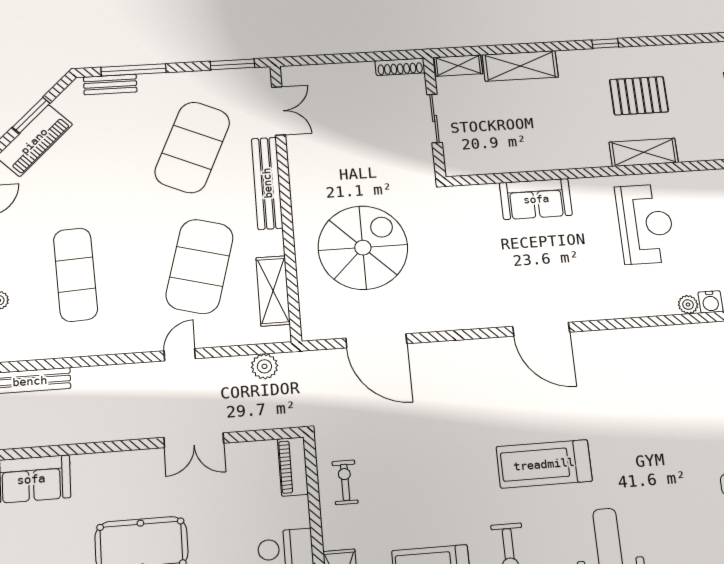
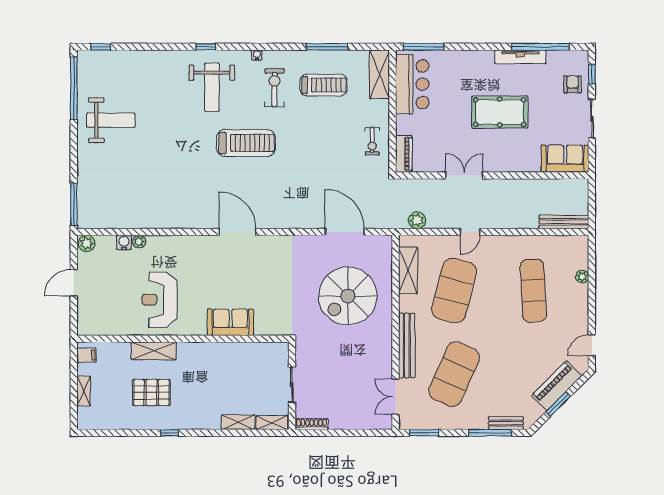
shelving: (520, 66) -> (238, 422), width x0.67, depth x0.75

